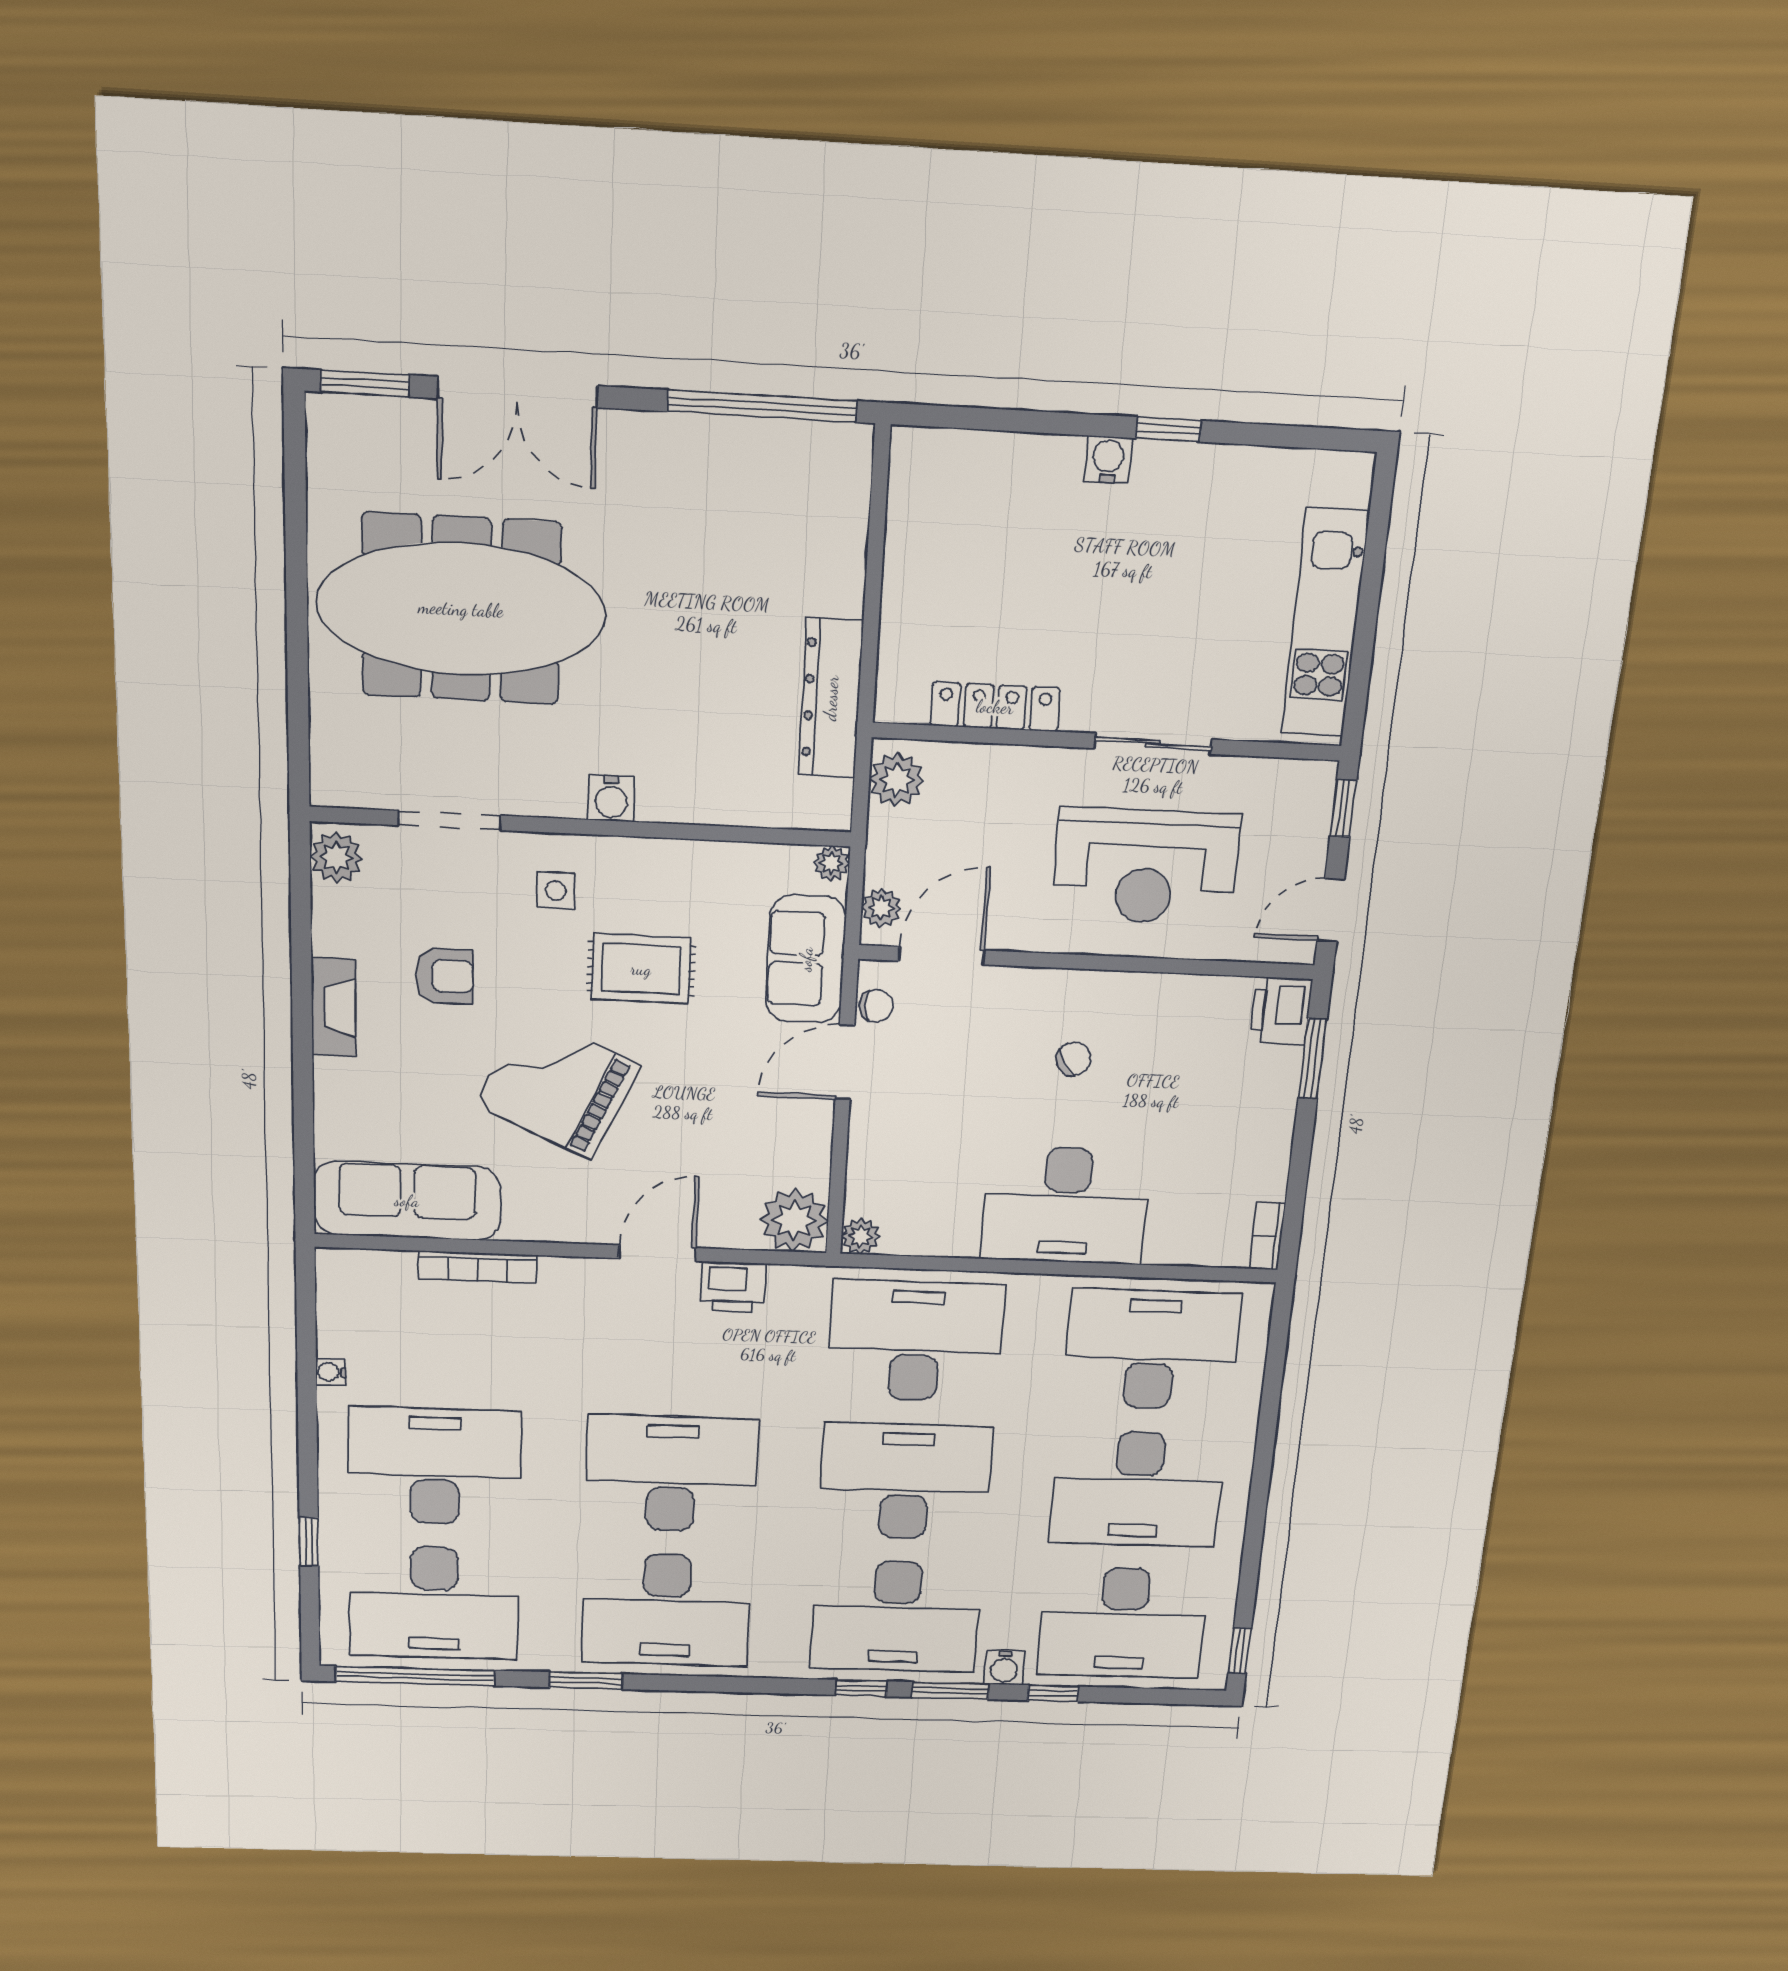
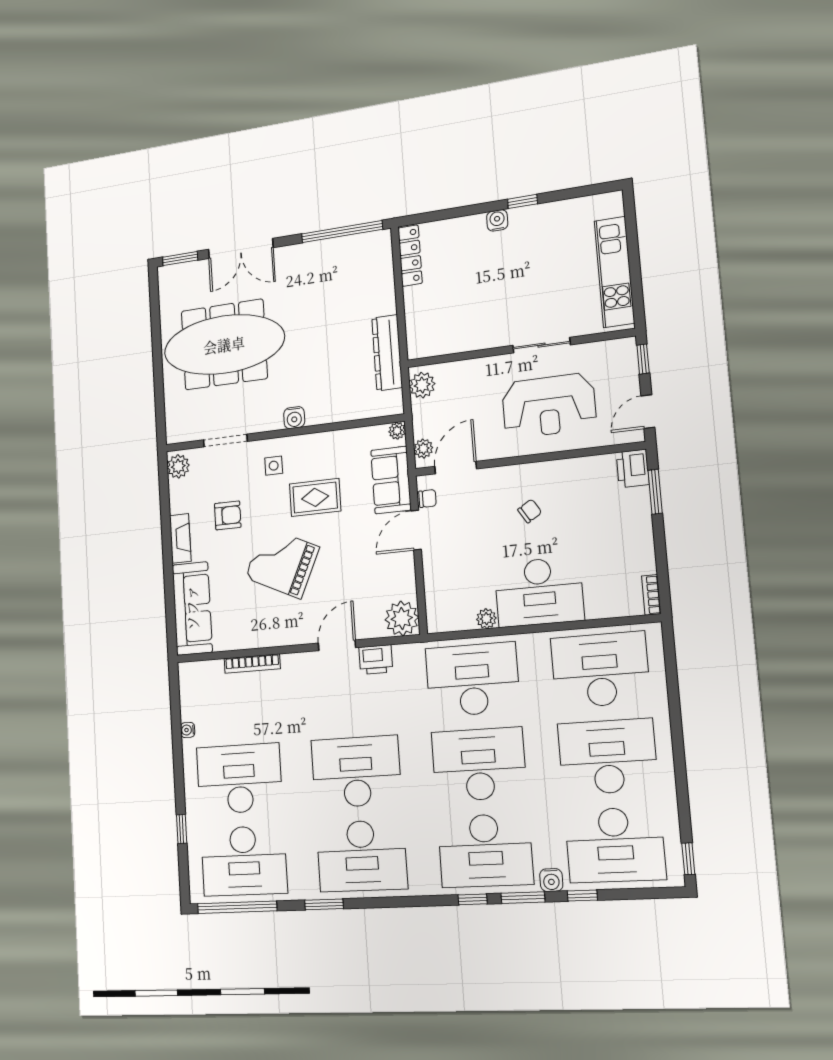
locker: (995, 707) -> (410, 256), moved, turned 90
sofa: (407, 1201) -> (192, 608), moved, turned 90
plant: (861, 1236) -> (486, 619), moved
desk: (1137, 1489) -> (608, 757), turned 180

